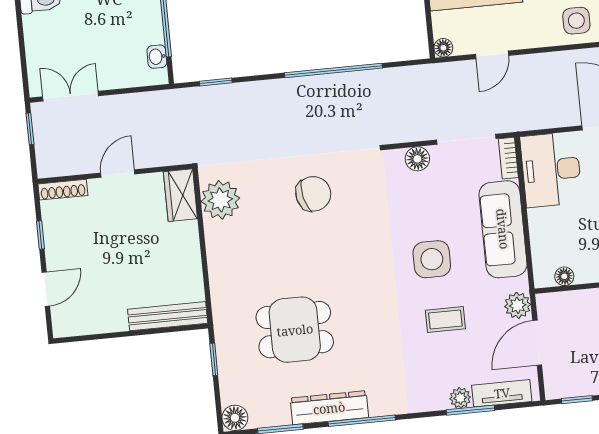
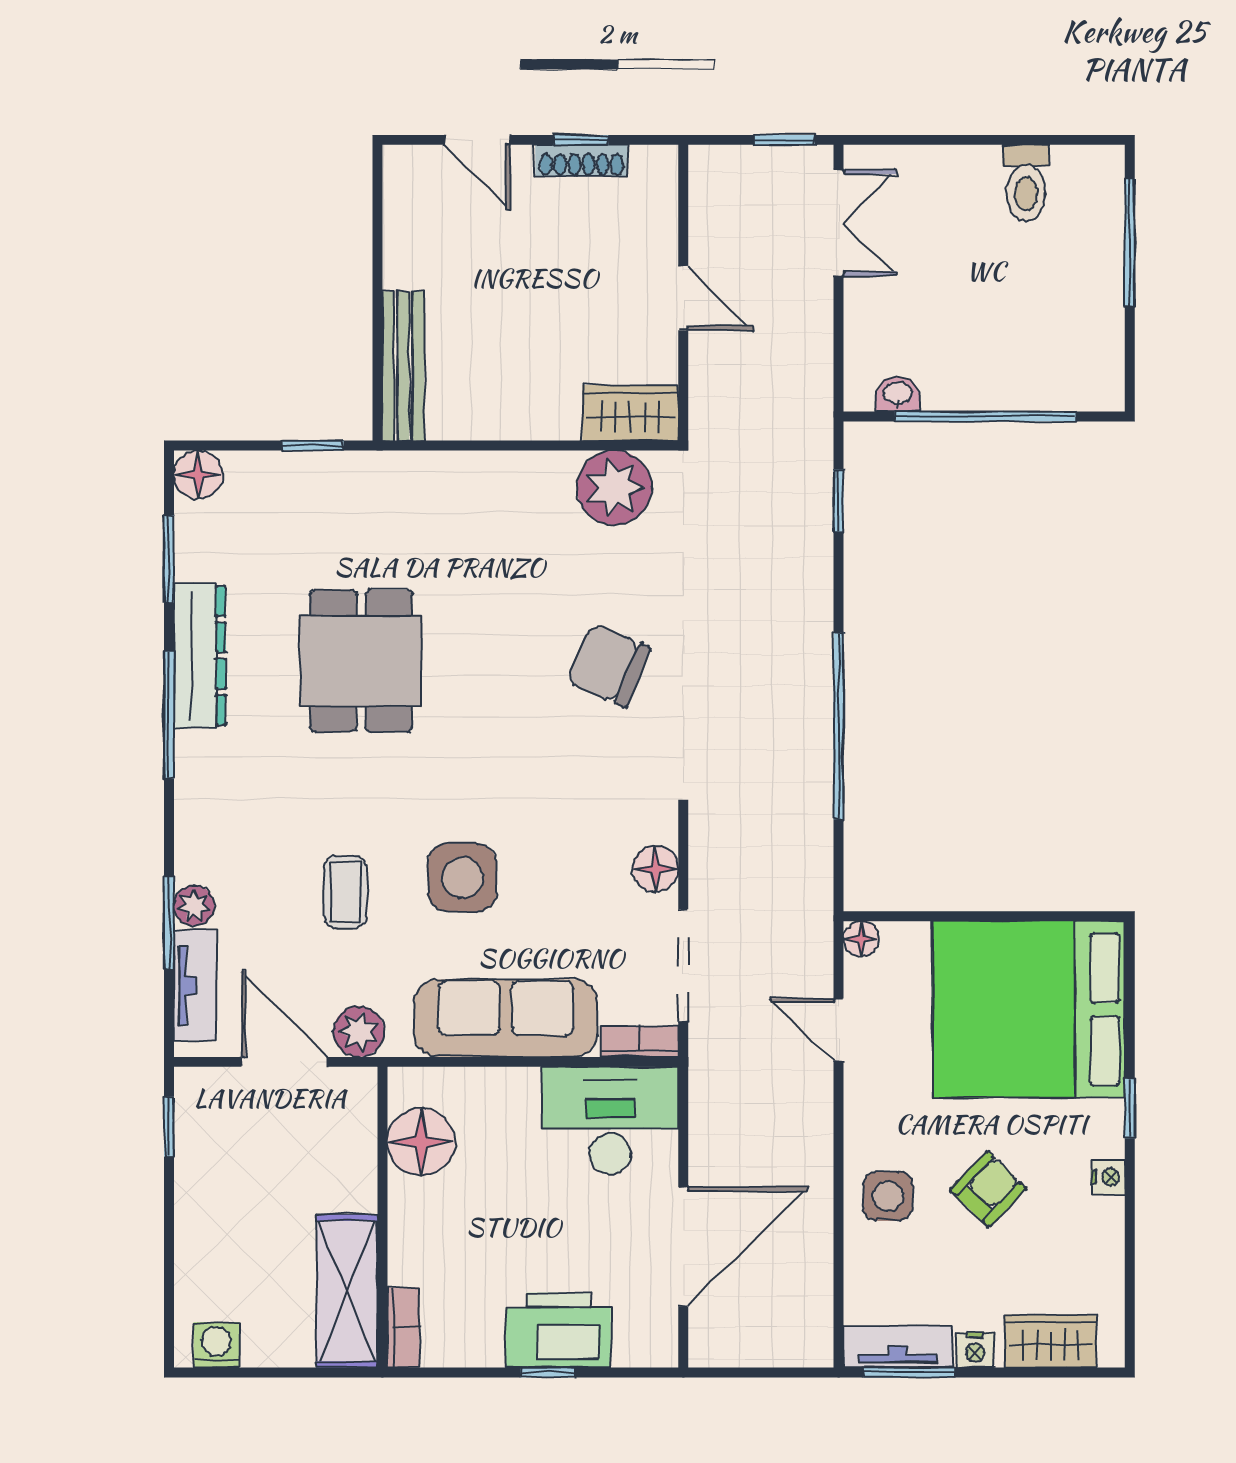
shoe rack: (63, 190) -> (582, 160), moved, turned -90
chair: (313, 194) -> (608, 665), turned 126
floor lamp: (564, 276) -> (421, 1142), width x1.89, depth x1.89
dining table: (295, 330) -> (361, 661), moved

